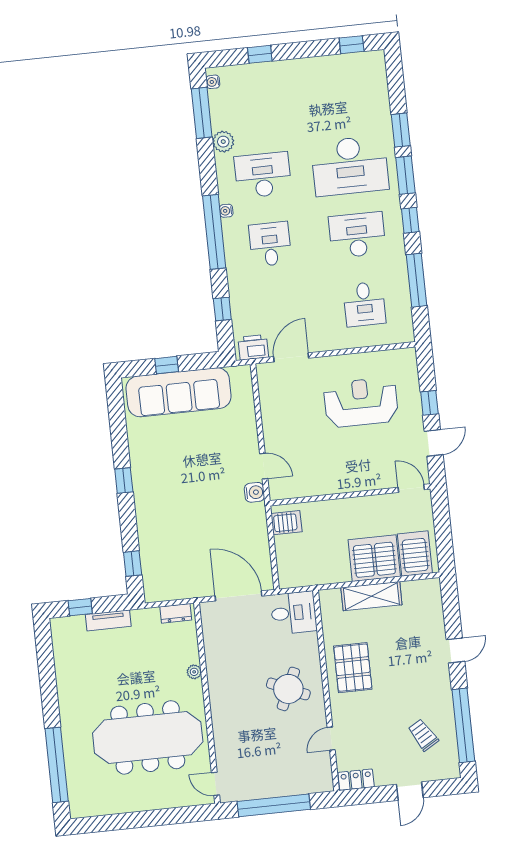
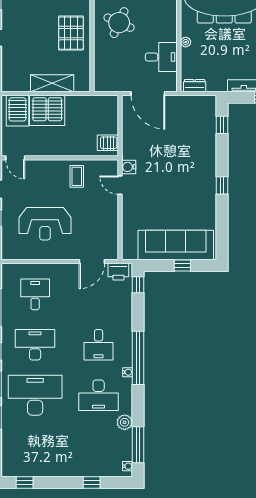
desk: (357, 235) -> (35, 345), turned 180
window: (222, 309) -> (138, 285), moved
coffee table: (324, 472) -> (77, 176), added
desk: (294, 613) -> (161, 57), moved, turned 180

